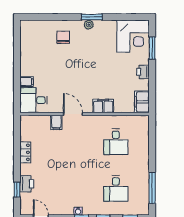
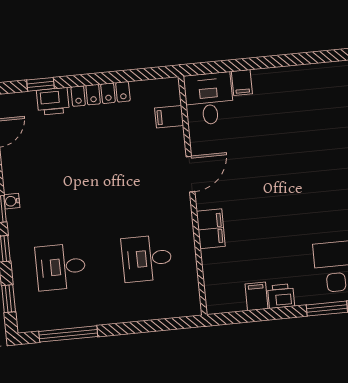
chair: (63, 37) -> (331, 142), removed
filing cabinet: (142, 102) -> (256, 296), moved, width x0.50
filing cabinet: (56, 122) -> (169, 117), moved
locker: (25, 152) -> (101, 94), width x1.53

